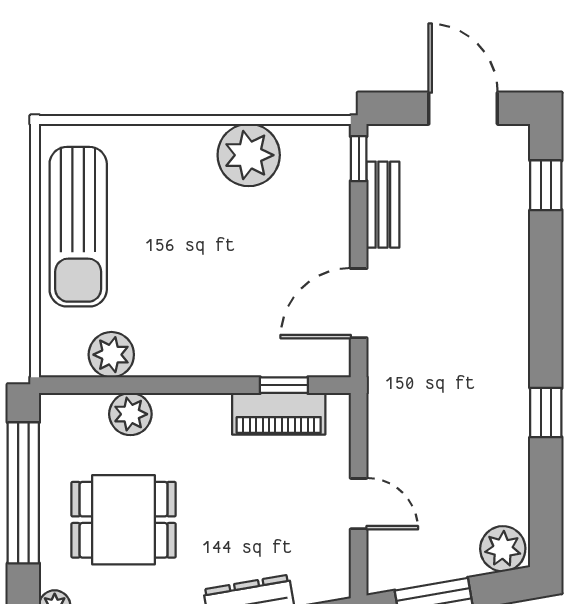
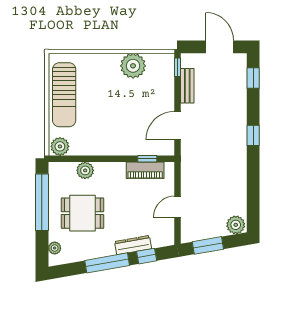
plant: (111, 355) -> (60, 146), moved
window: (546, 413) -> (253, 135), moved
door: (359, 504) -> (177, 207), swing flipped

